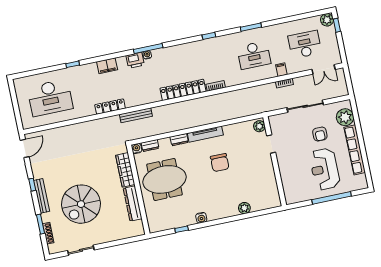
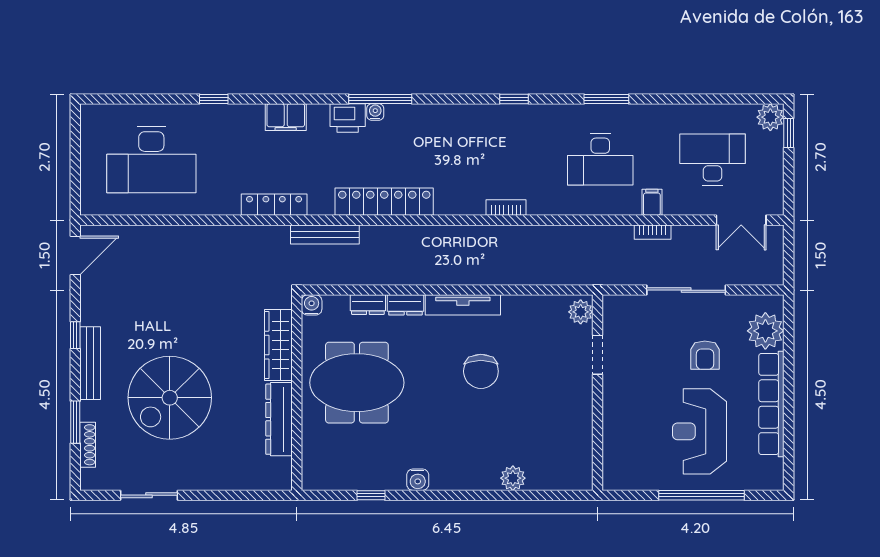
locker: (183, 90) -> (384, 202), moved
dresser: (150, 146) -> (368, 305), moved

